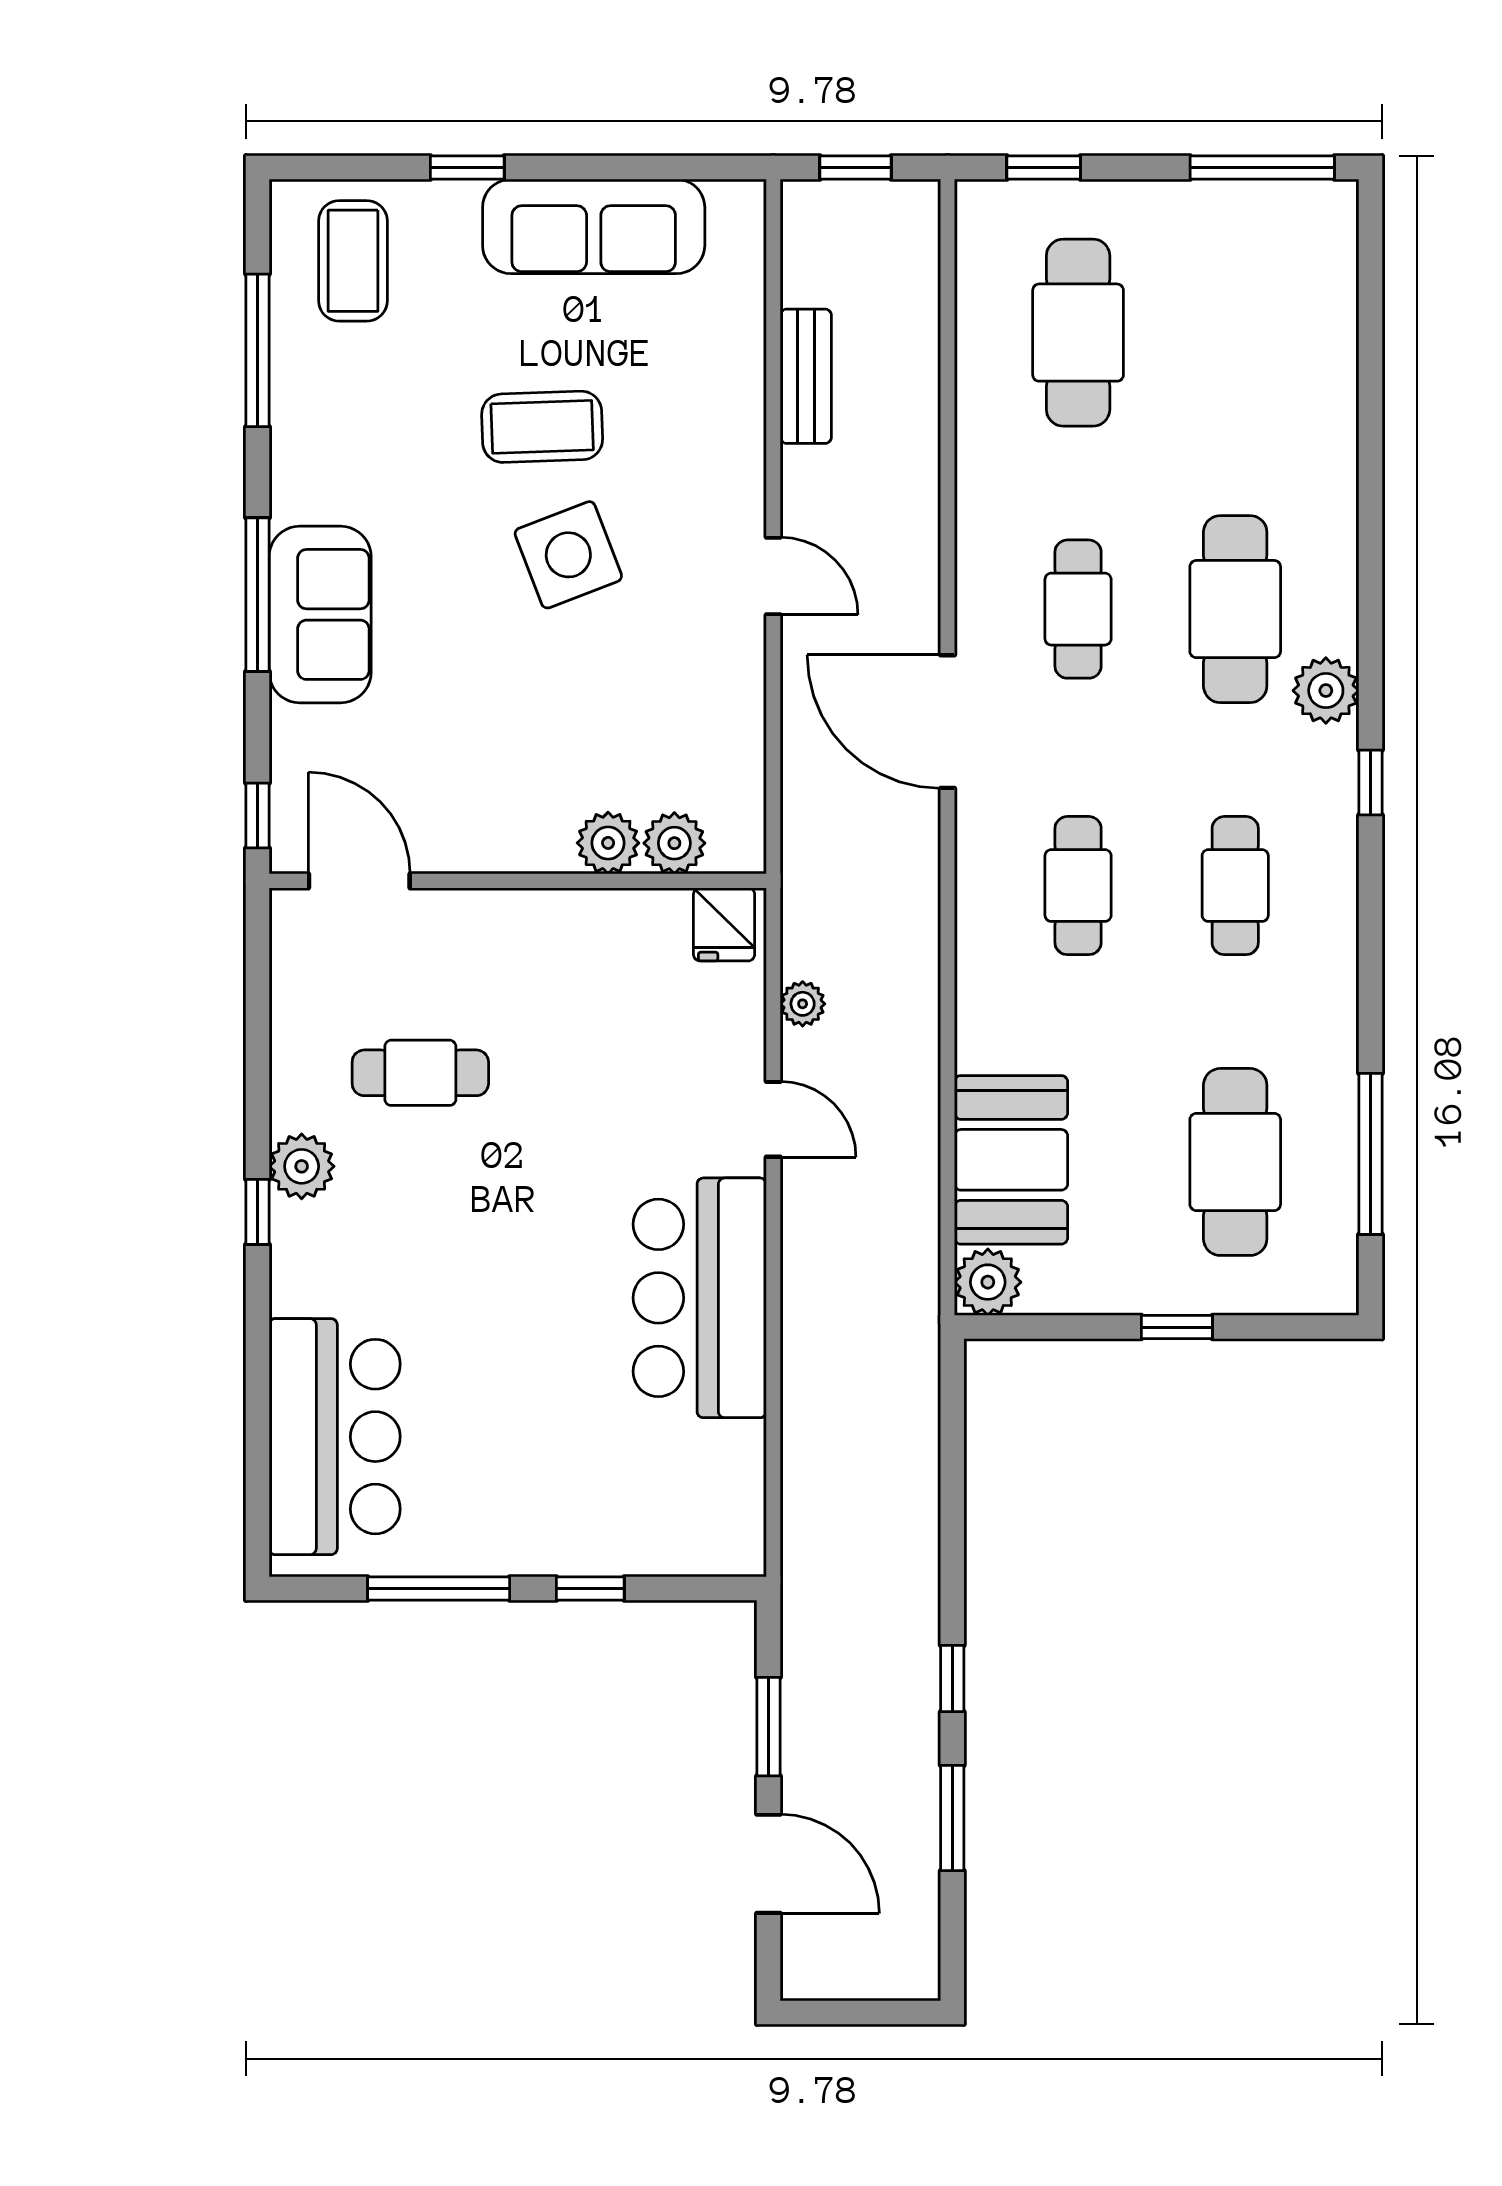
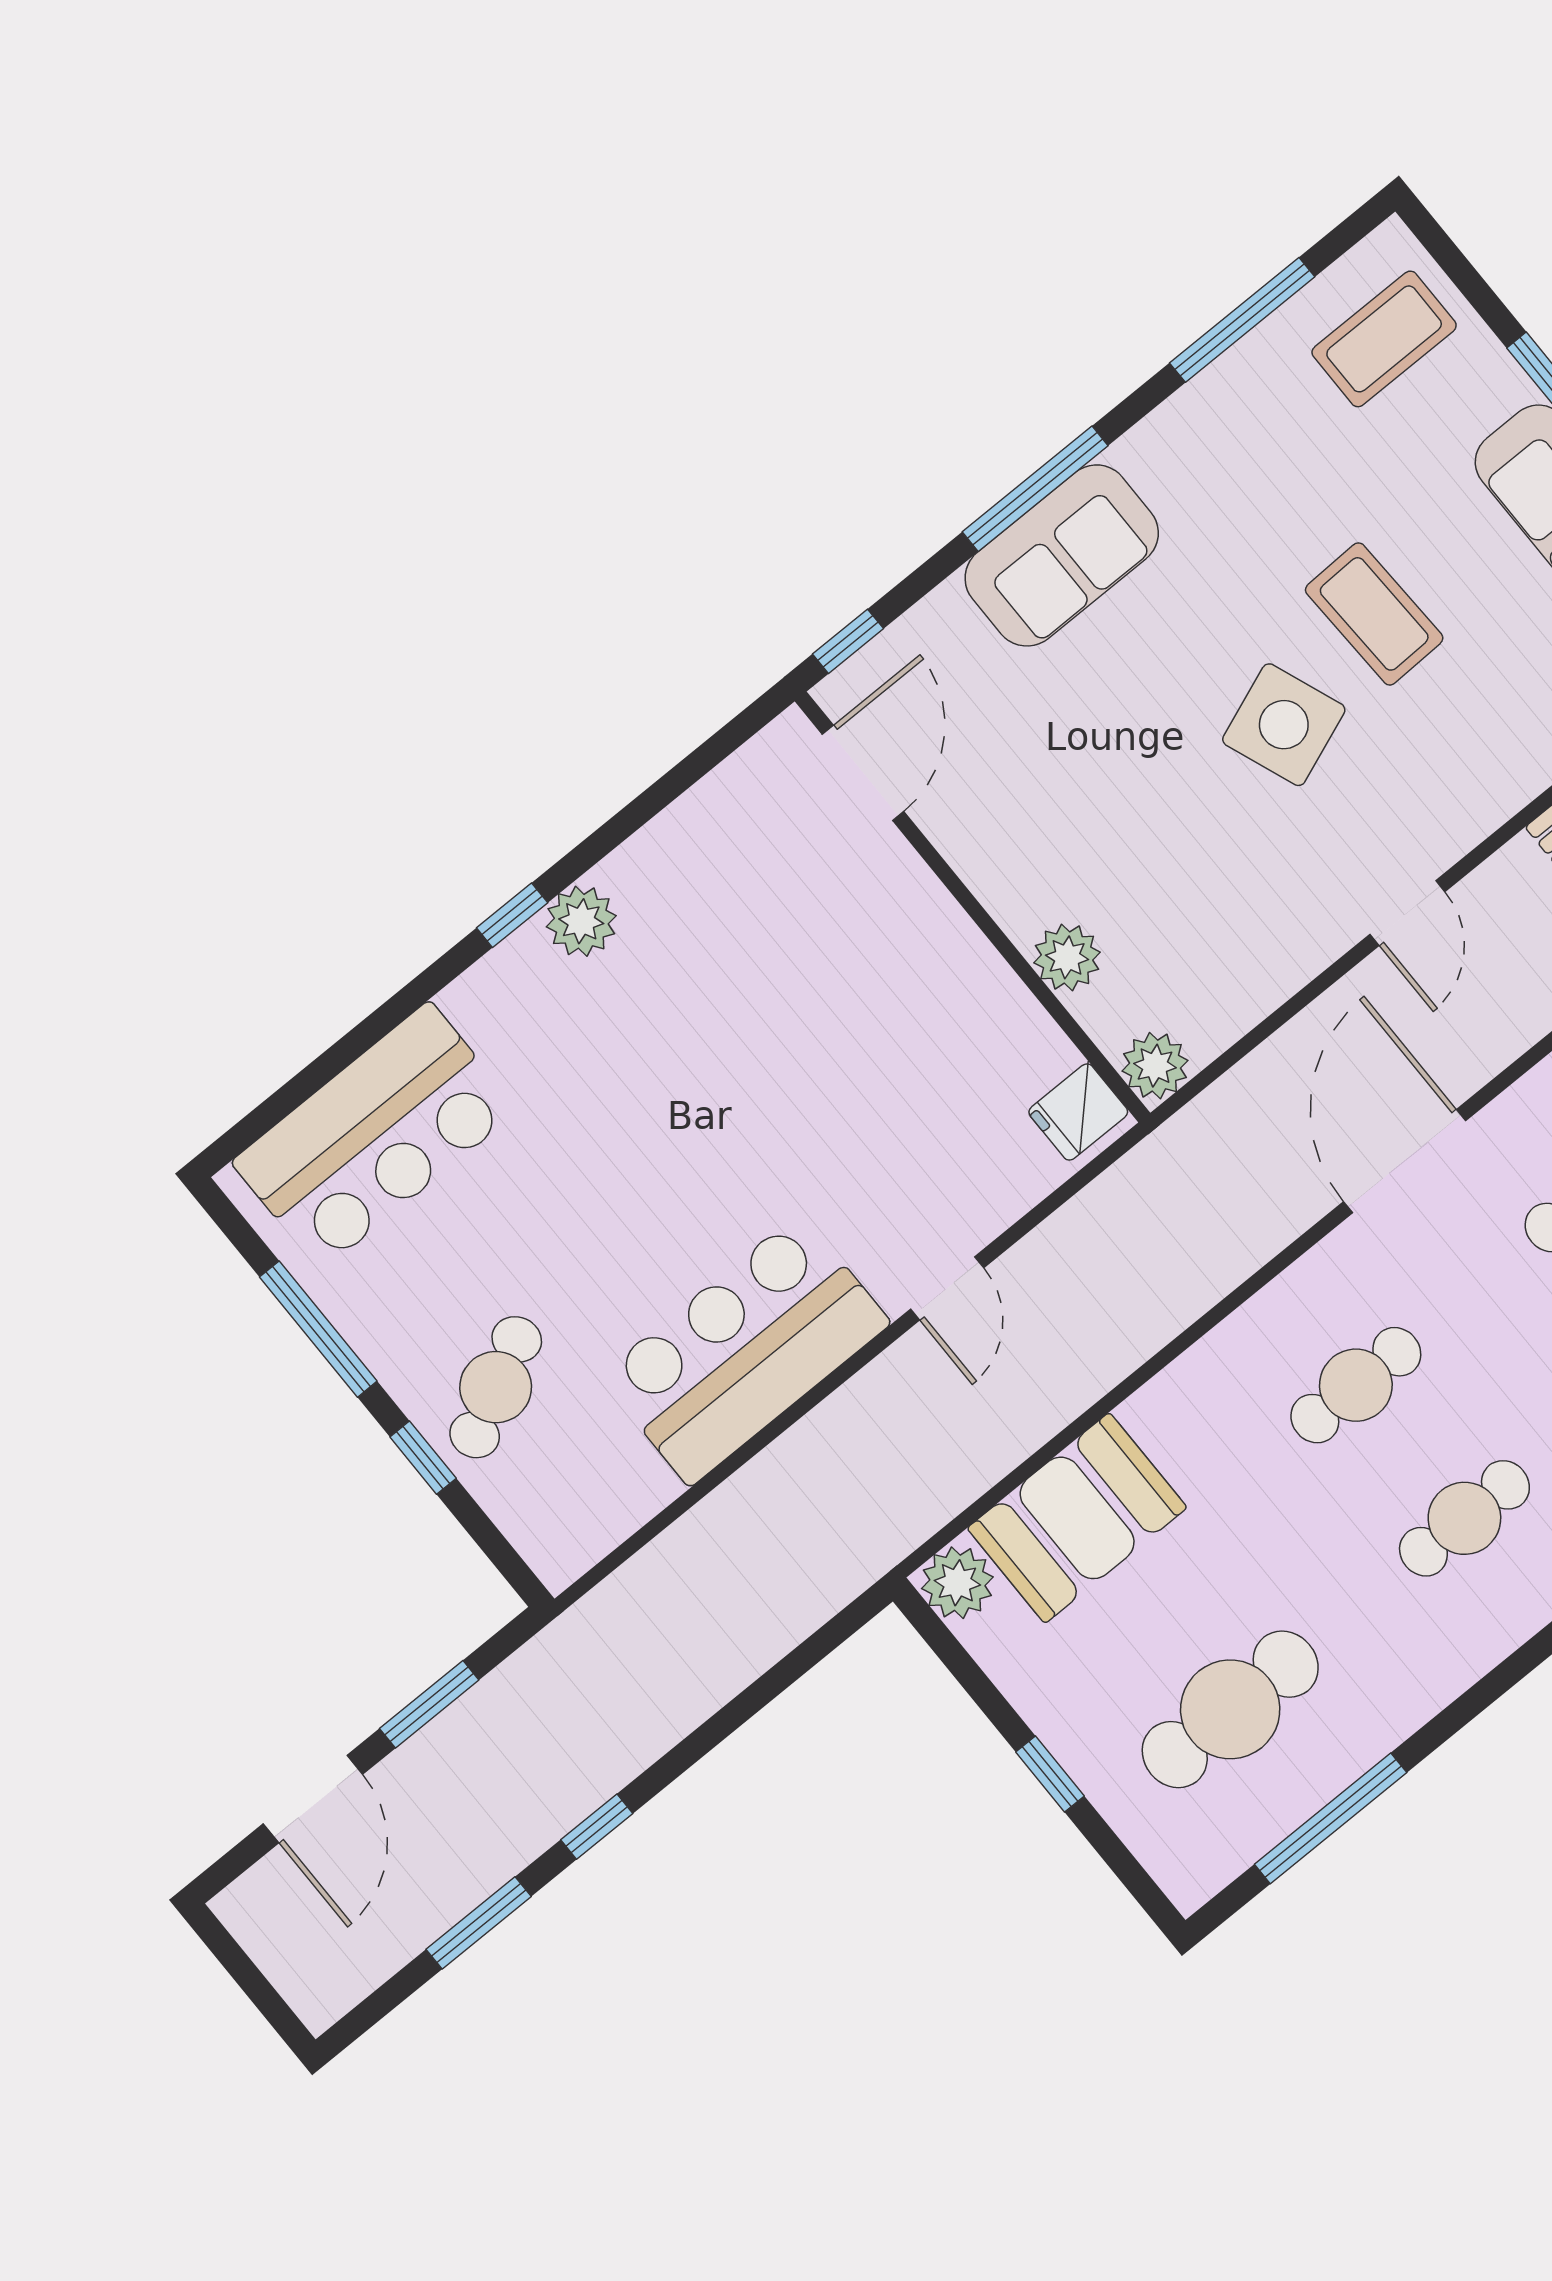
plant: (674, 843) -> (1155, 1066), moved
plant: (803, 1004) -> (1065, 1233), removed
cafe table: (420, 1073) -> (496, 1387), moved, turned 63

